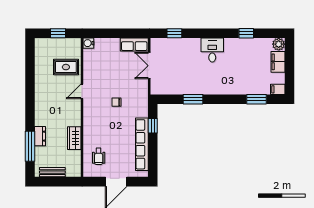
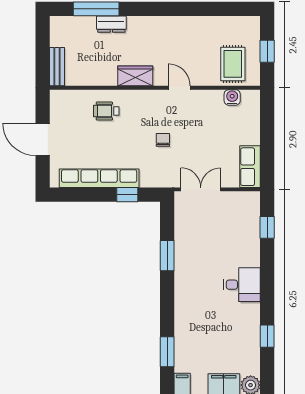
water cooler: (88, 43) -> (232, 97), moved
double door: (149, 66) -> (201, 189), moved
rug: (66, 67) -> (233, 64), moved
wardrobe: (74, 138) -> (135, 76), moved
wheelchair: (99, 156) -> (106, 111), moved
bench: (52, 172) -> (57, 67), moved

